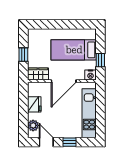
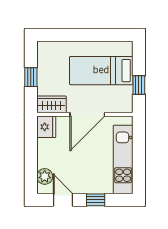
nightstand: (90, 75) -> (125, 106), removed
fridge: (34, 104) -> (46, 127), moved

